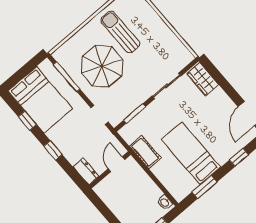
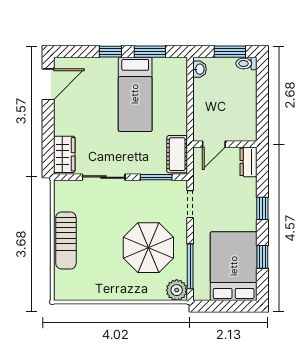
sun lounger: (120, 32) -> (66, 240), moved
plant: (62, 55) -> (177, 290), added
cot: (145, 152) -> (177, 154), moved
window: (239, 157) -> (110, 52), moved

